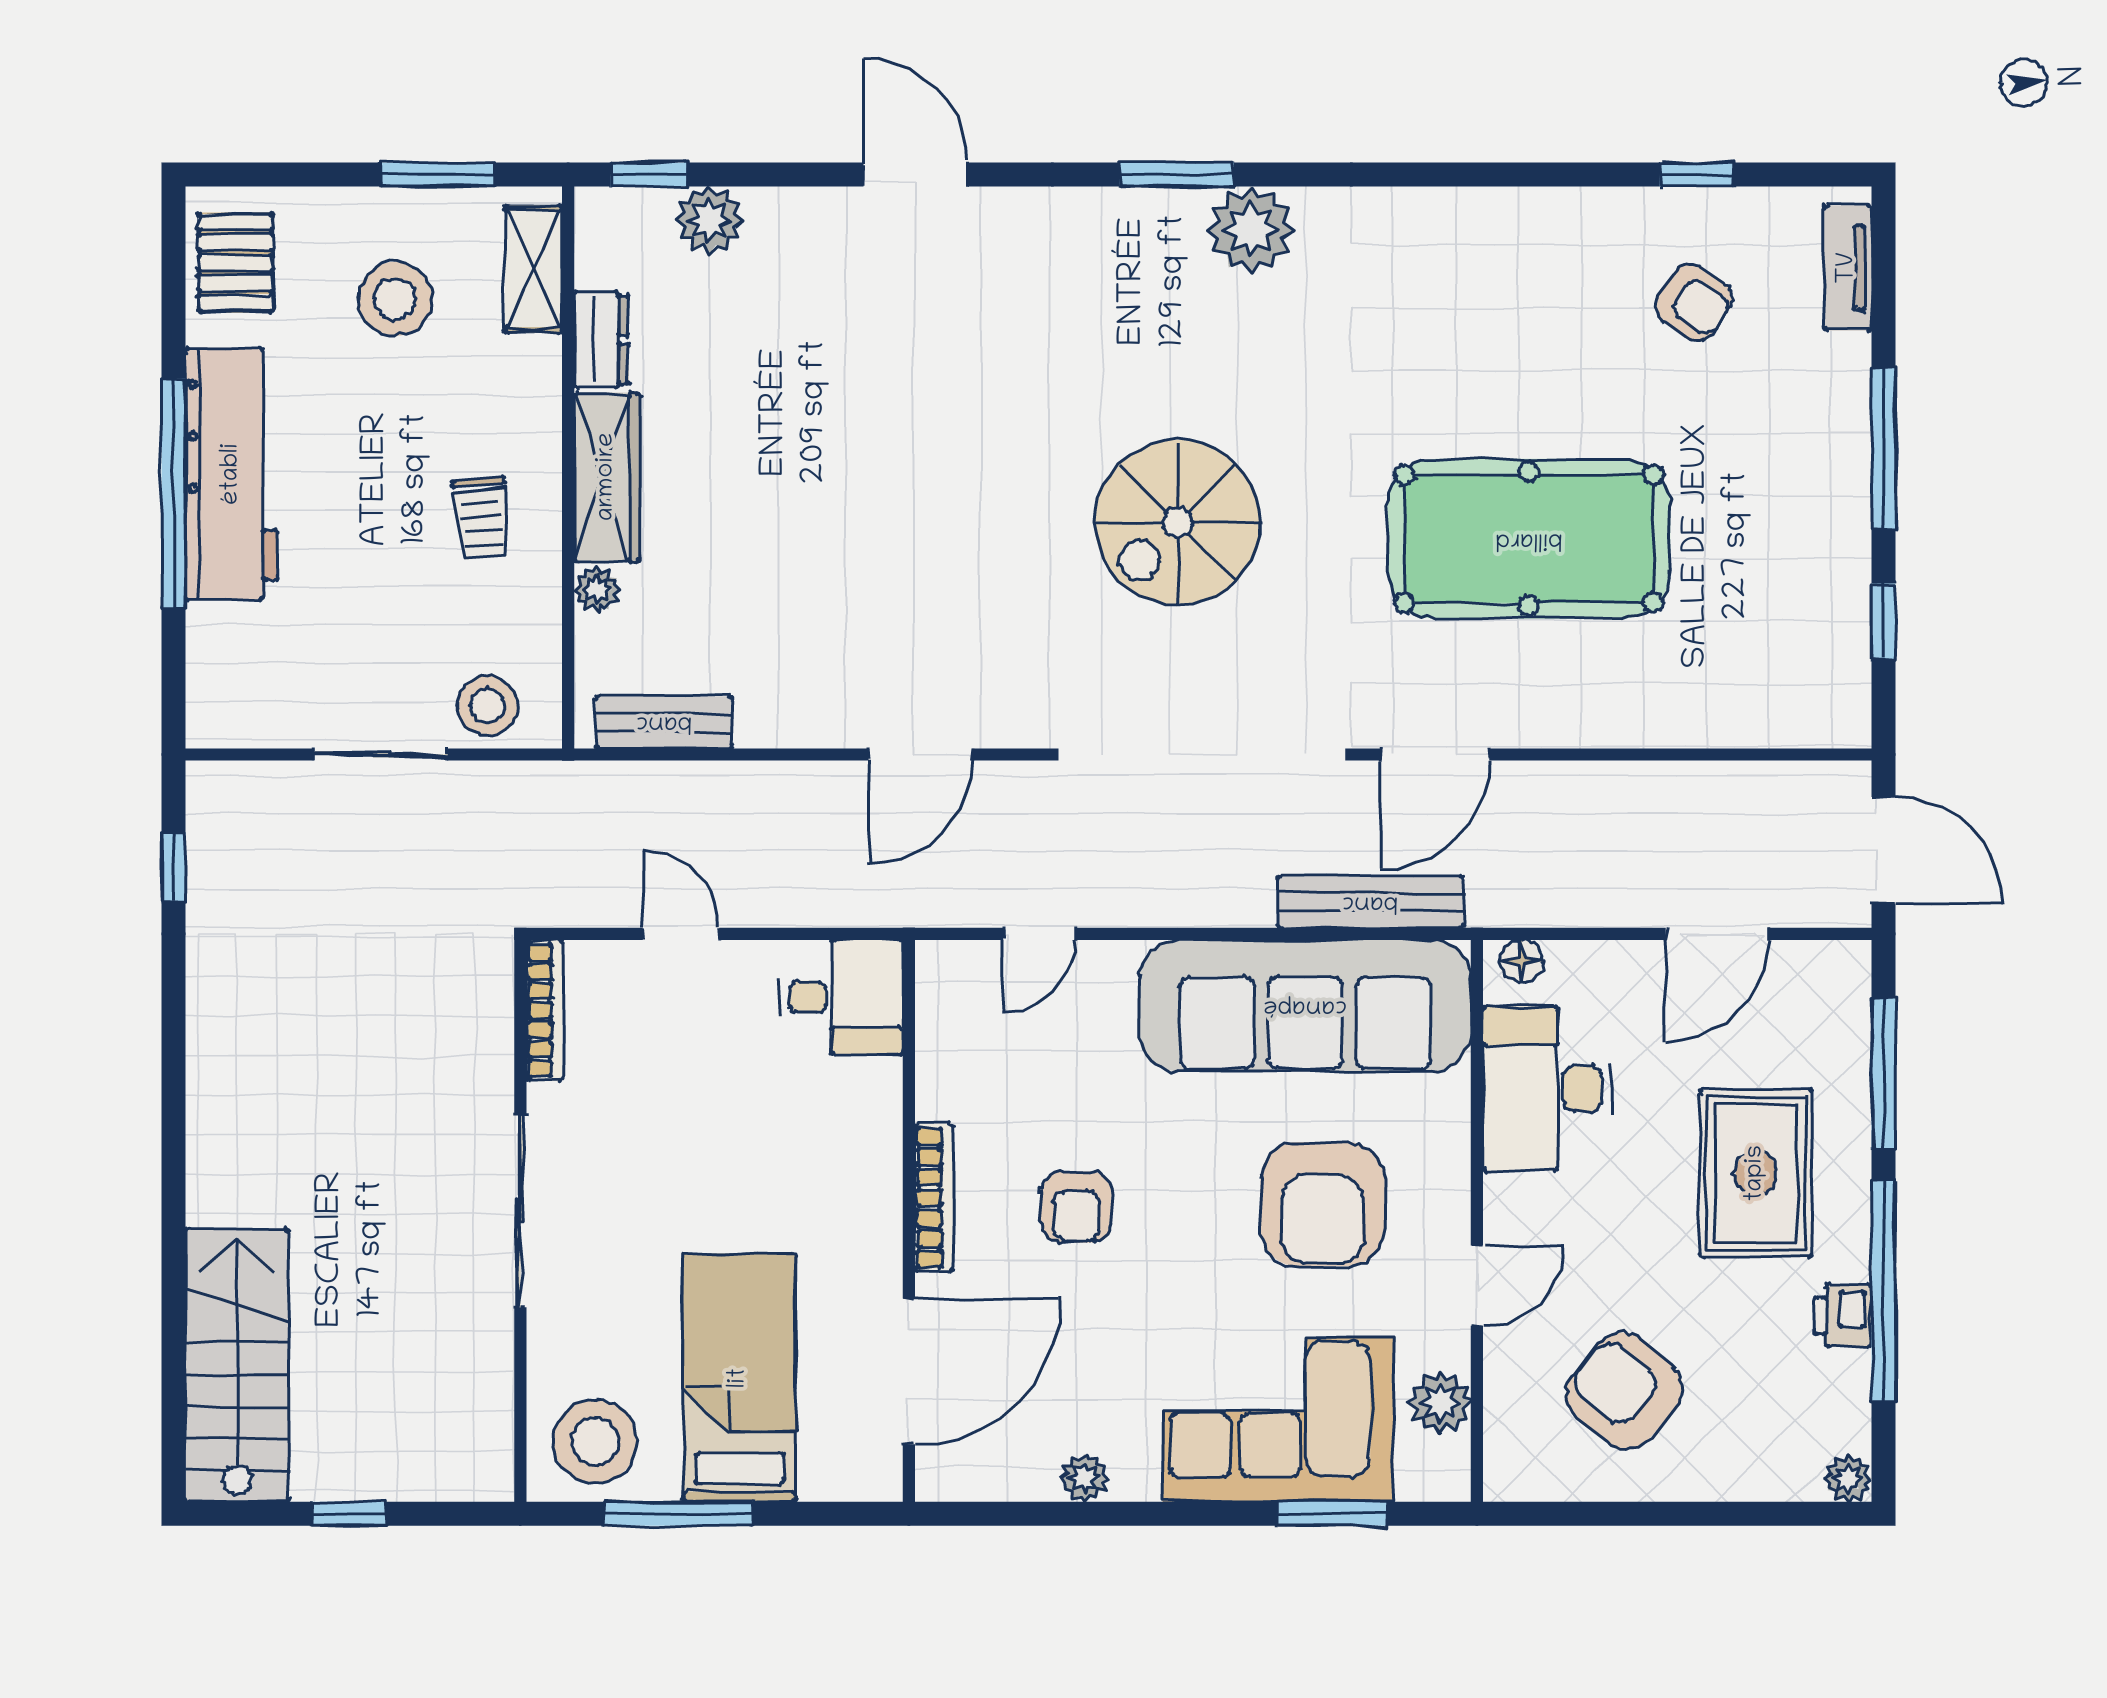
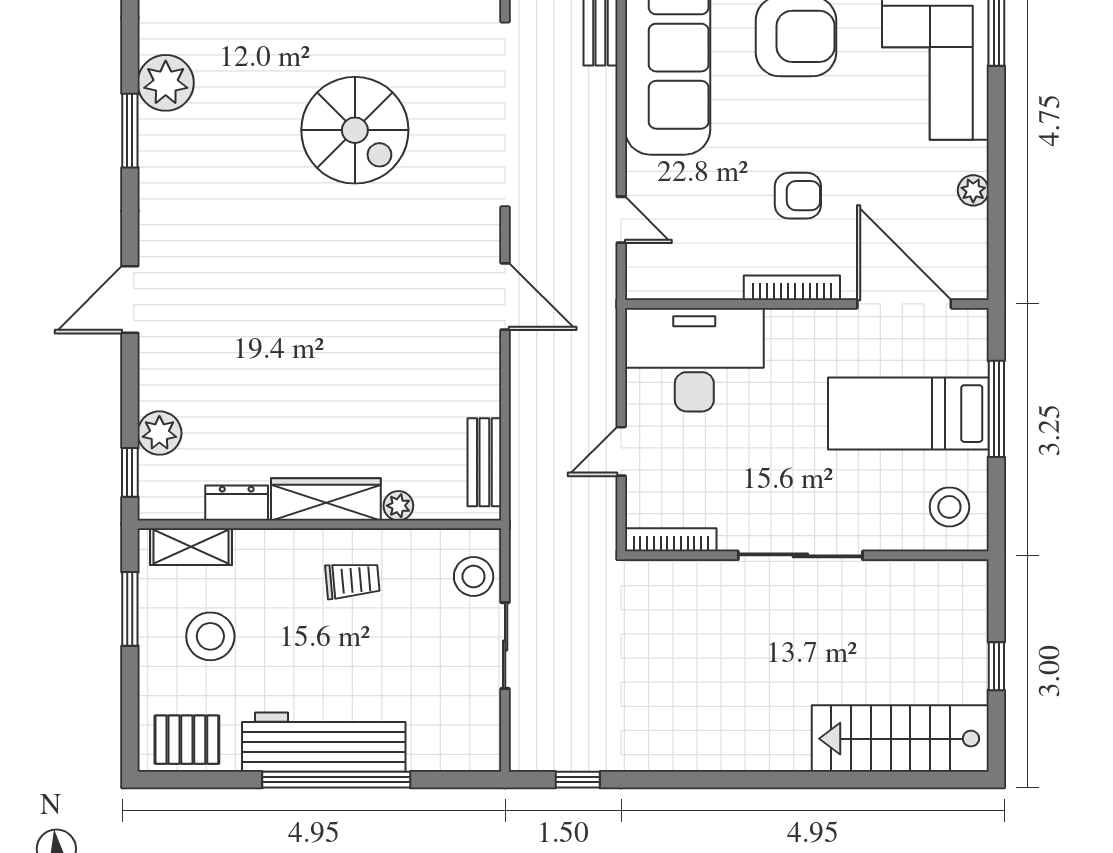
desk: (841, 997) -> (694, 360), width x1.87, depth x1.30
stool: (595, 1441) -> (949, 507), width x0.73, depth x0.73
window: (679, 1514) -> (996, 409), moved

